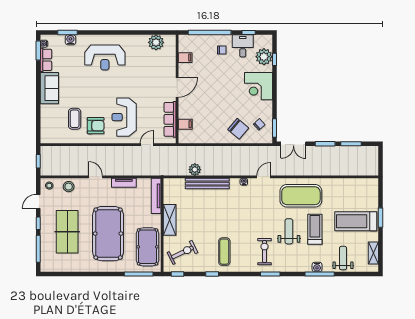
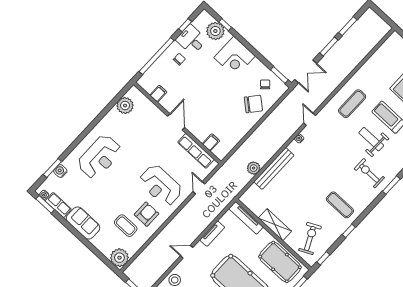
plant: (49, 135) -> (119, 258), added
exercise mat: (301, 196) -> (352, 104), width x0.50, depth x0.69

